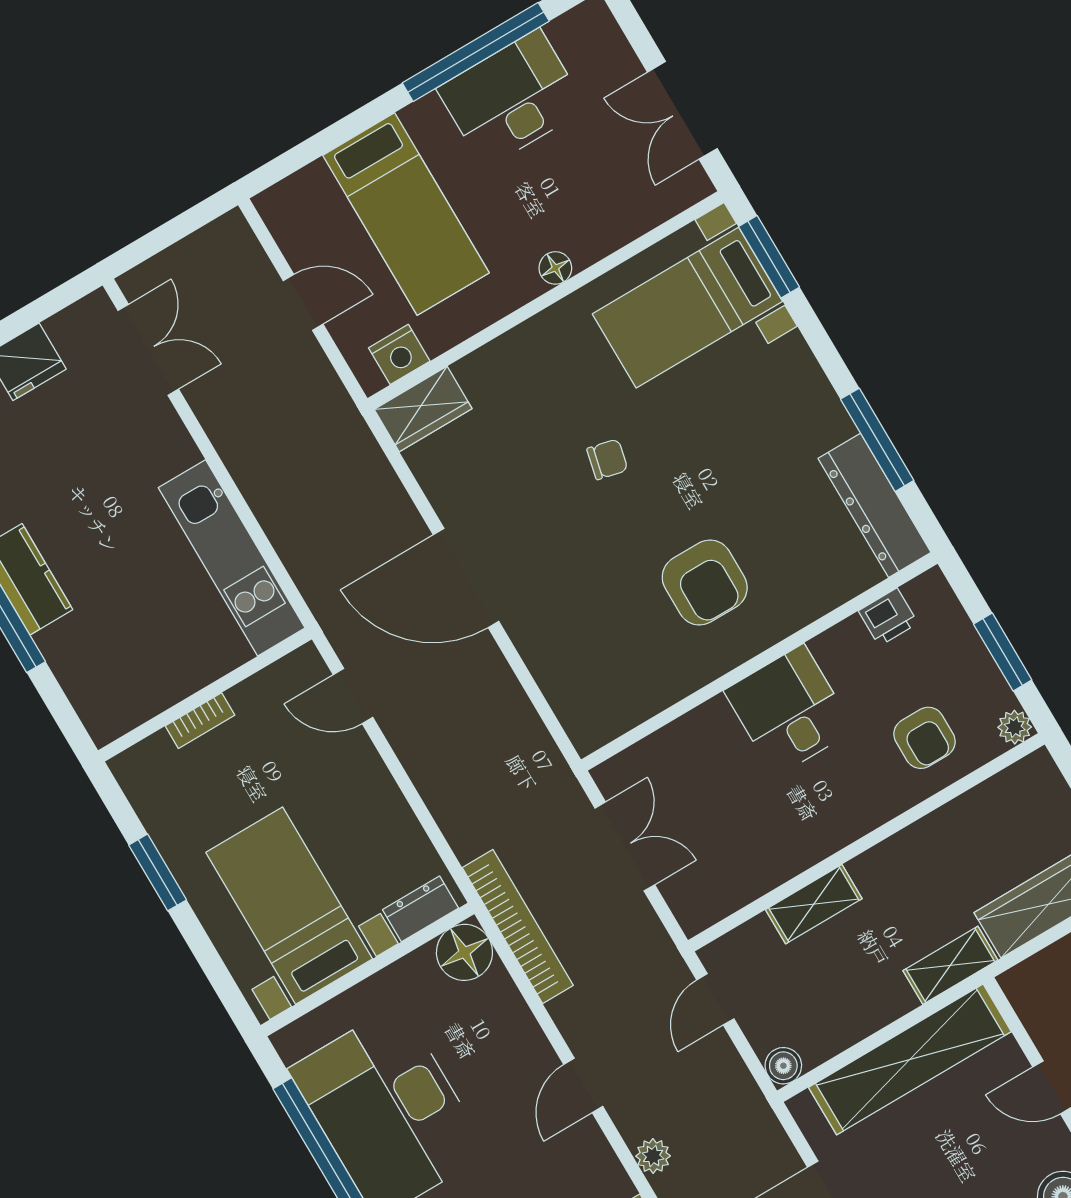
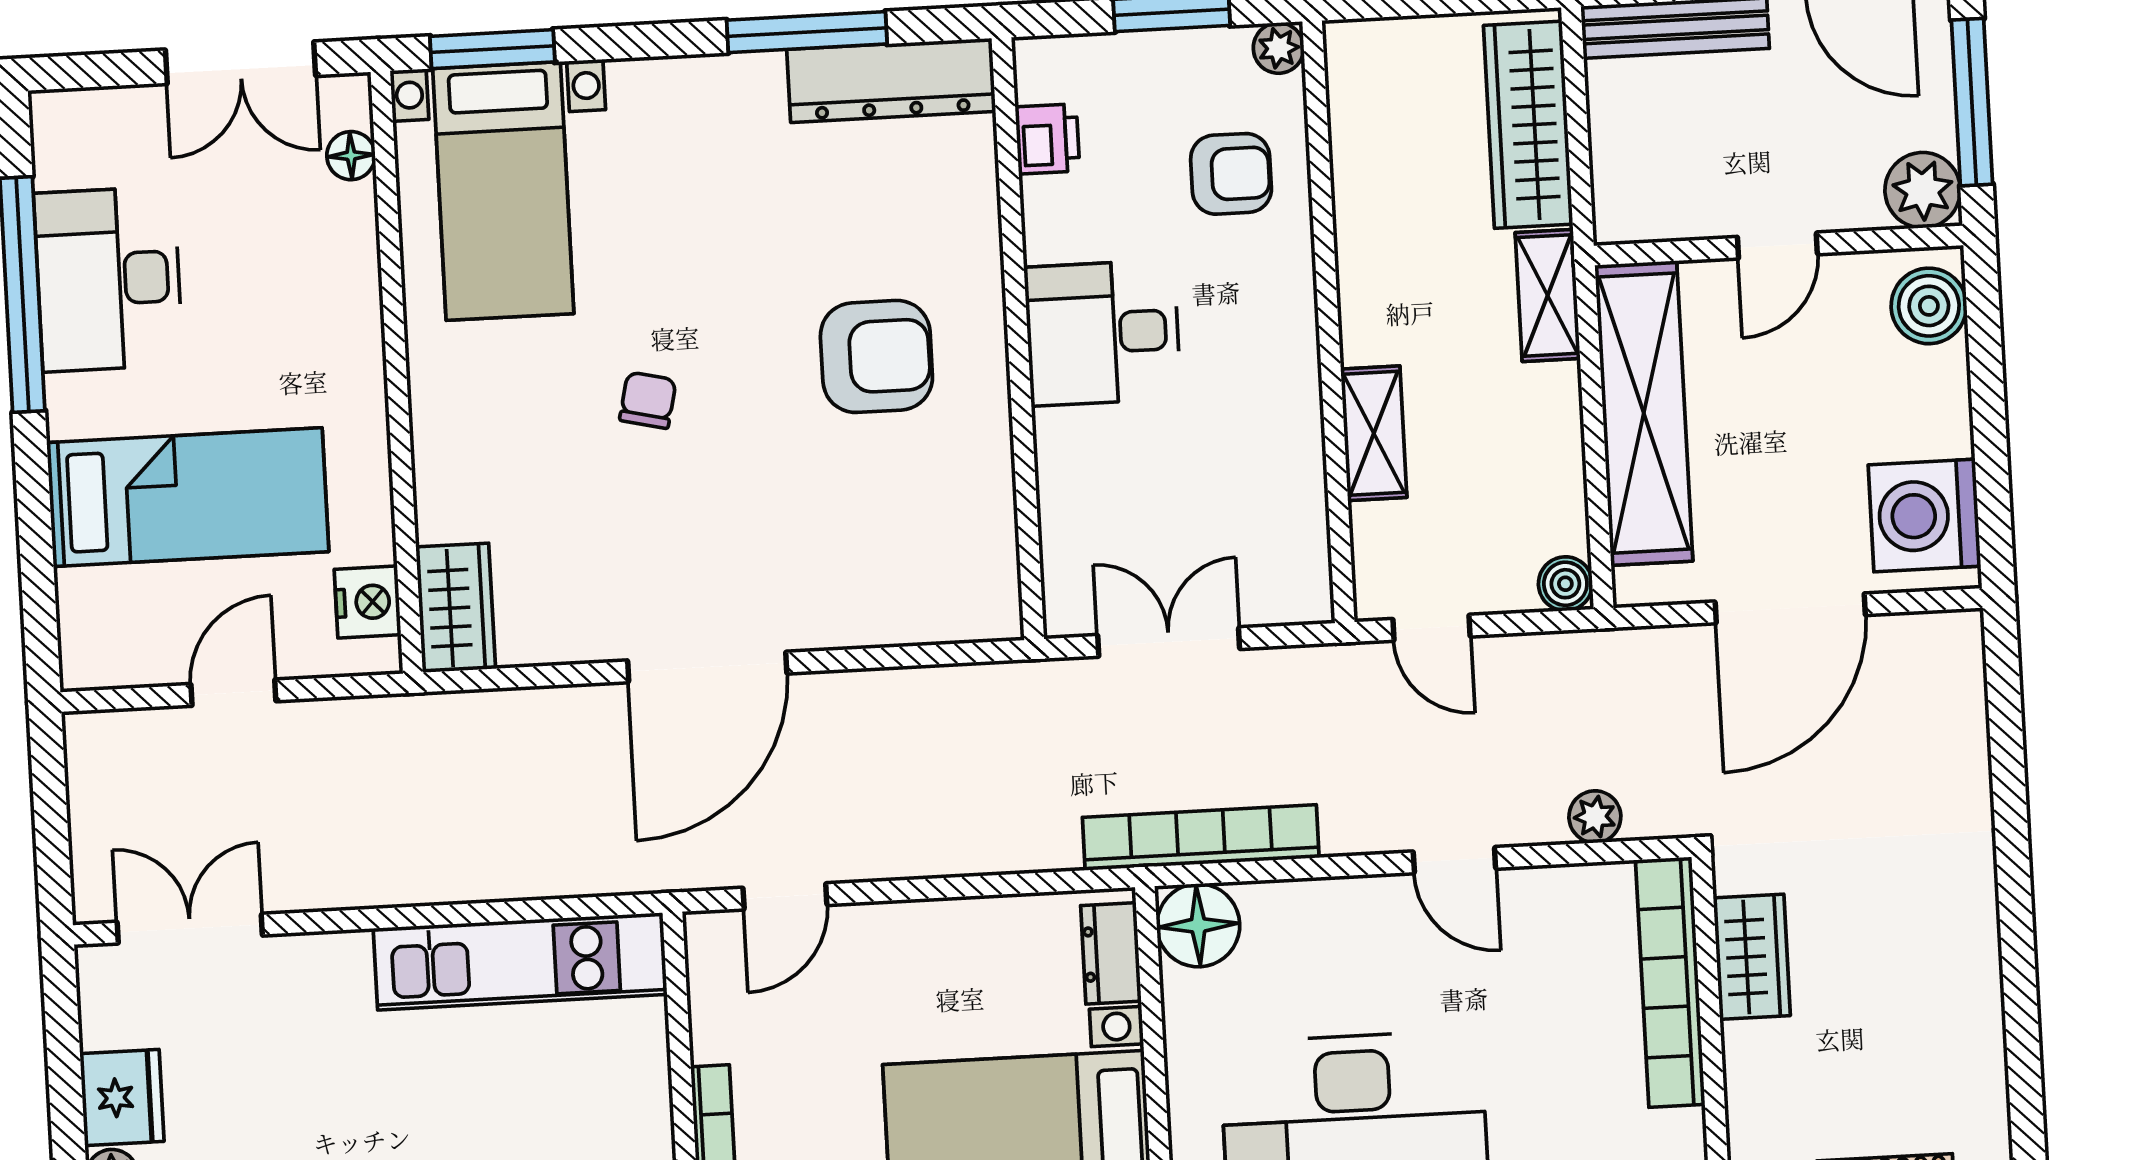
floor lamp: (555, 268) -> (351, 156), moved

